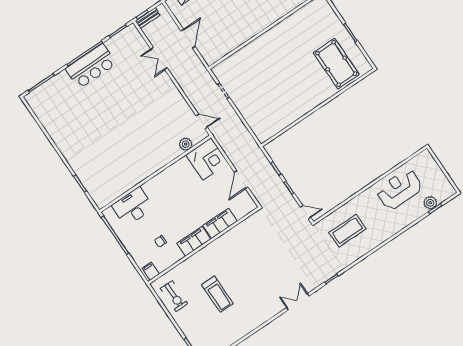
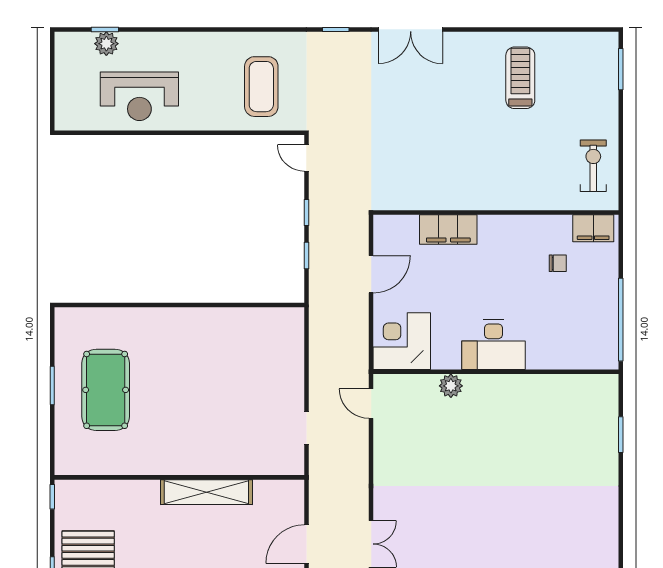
shelving: (249, 32) -> (206, 492), added
pool table: (336, 64) -> (106, 390), moved
plant: (186, 144) -> (451, 386), moved
desk: (133, 207) -> (494, 345), moved
coffee table: (348, 231) -> (261, 87), turned 90
filing cabinet: (194, 241) -> (507, 229), removed
filing cabinet: (151, 271) -> (593, 228), width x2.00
treadmill: (217, 294) -> (520, 78), moved
double door: (298, 302) -> (411, 29), width x1.37

